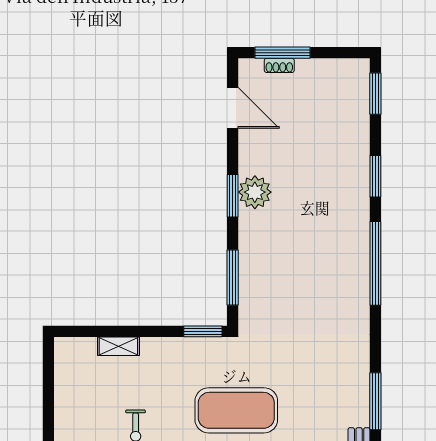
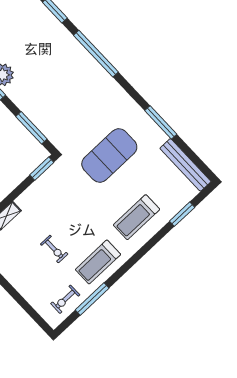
exercise mat: (236, 410) -> (109, 156), moved

